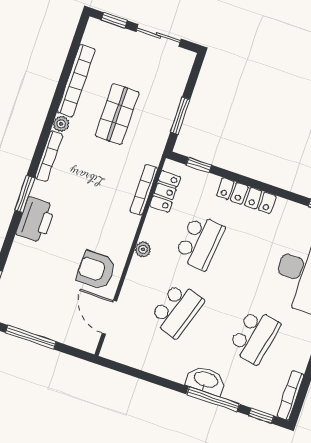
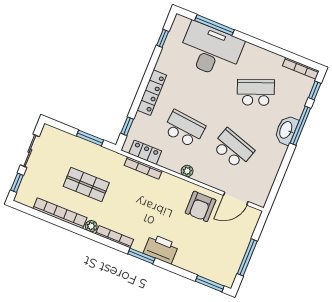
school desk: (254, 336) -> (256, 92), turned -33

